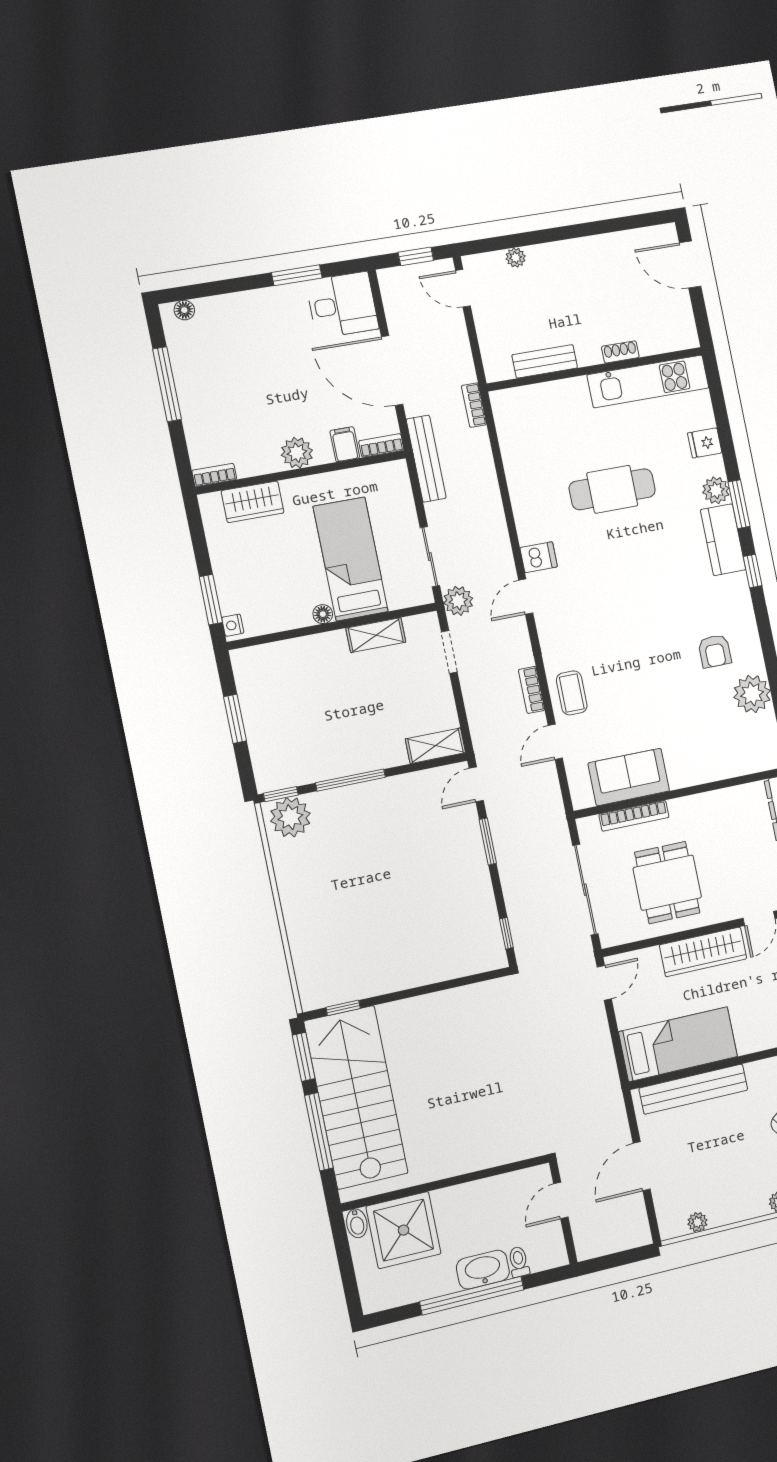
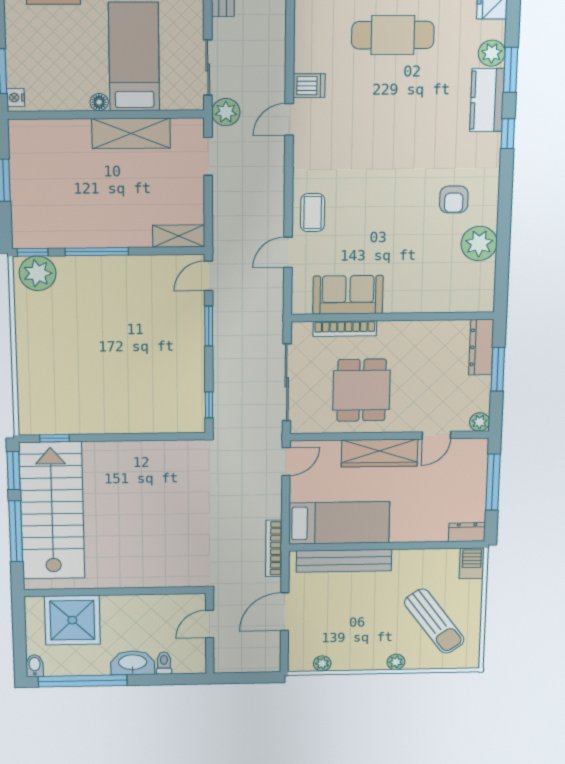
shelving: (376, 635) -> (131, 133), width x1.50, depth x1.33
bookcase: (532, 690) -> (274, 548), moved, width x1.56
bidet: (357, 1223) -> (35, 666), moved, turned 180
window: (472, 1296) -> (83, 681), moved

